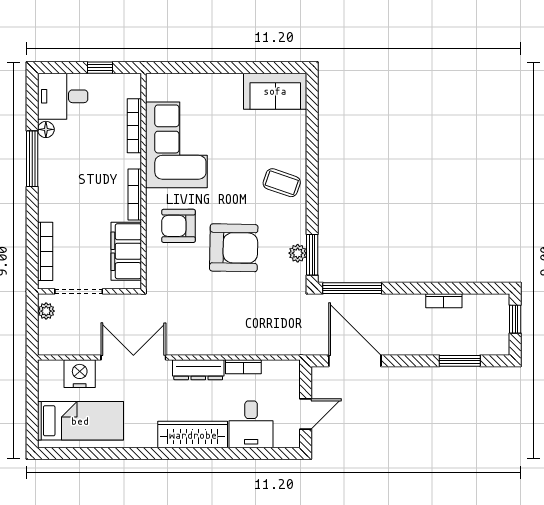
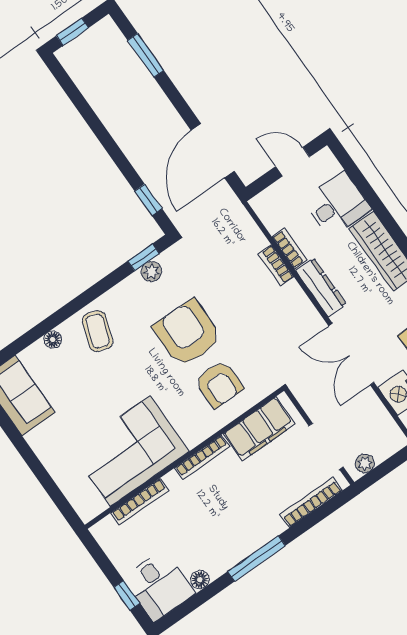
window: (100, 68) -> (127, 595), moved
floor lamp: (299, 145) -> (53, 339), added
window: (32, 159) -> (256, 559), moved
armchair: (178, 226) -> (219, 384), moved
window: (312, 255) -> (144, 257), width x0.67
window: (352, 288) -> (148, 200), width x0.46
bookcase: (444, 301) -> (276, 265), moved, turned 180

